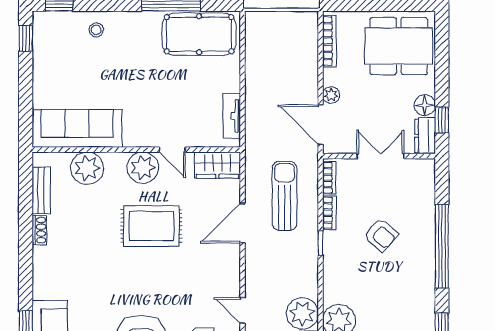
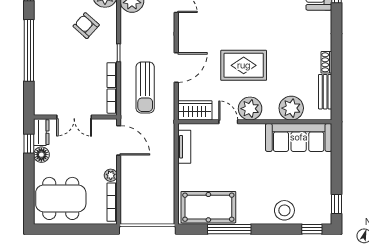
stool: (96, 30) -> (284, 210), width x1.89, depth x1.89
plant: (331, 95) -> (111, 175), moved
armchair: (381, 235) -> (86, 26), moved

